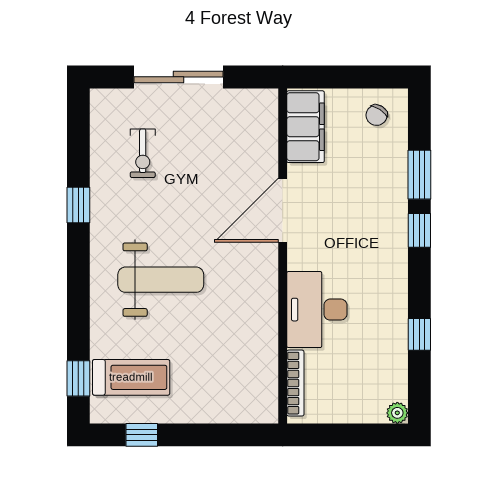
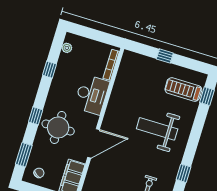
window: (419, 175) -> (24, 155), moved
round table: (366, 221) -> (58, 127), added
plant: (397, 413) -> (67, 48), moved
window: (142, 435) -> (165, 56), moved

